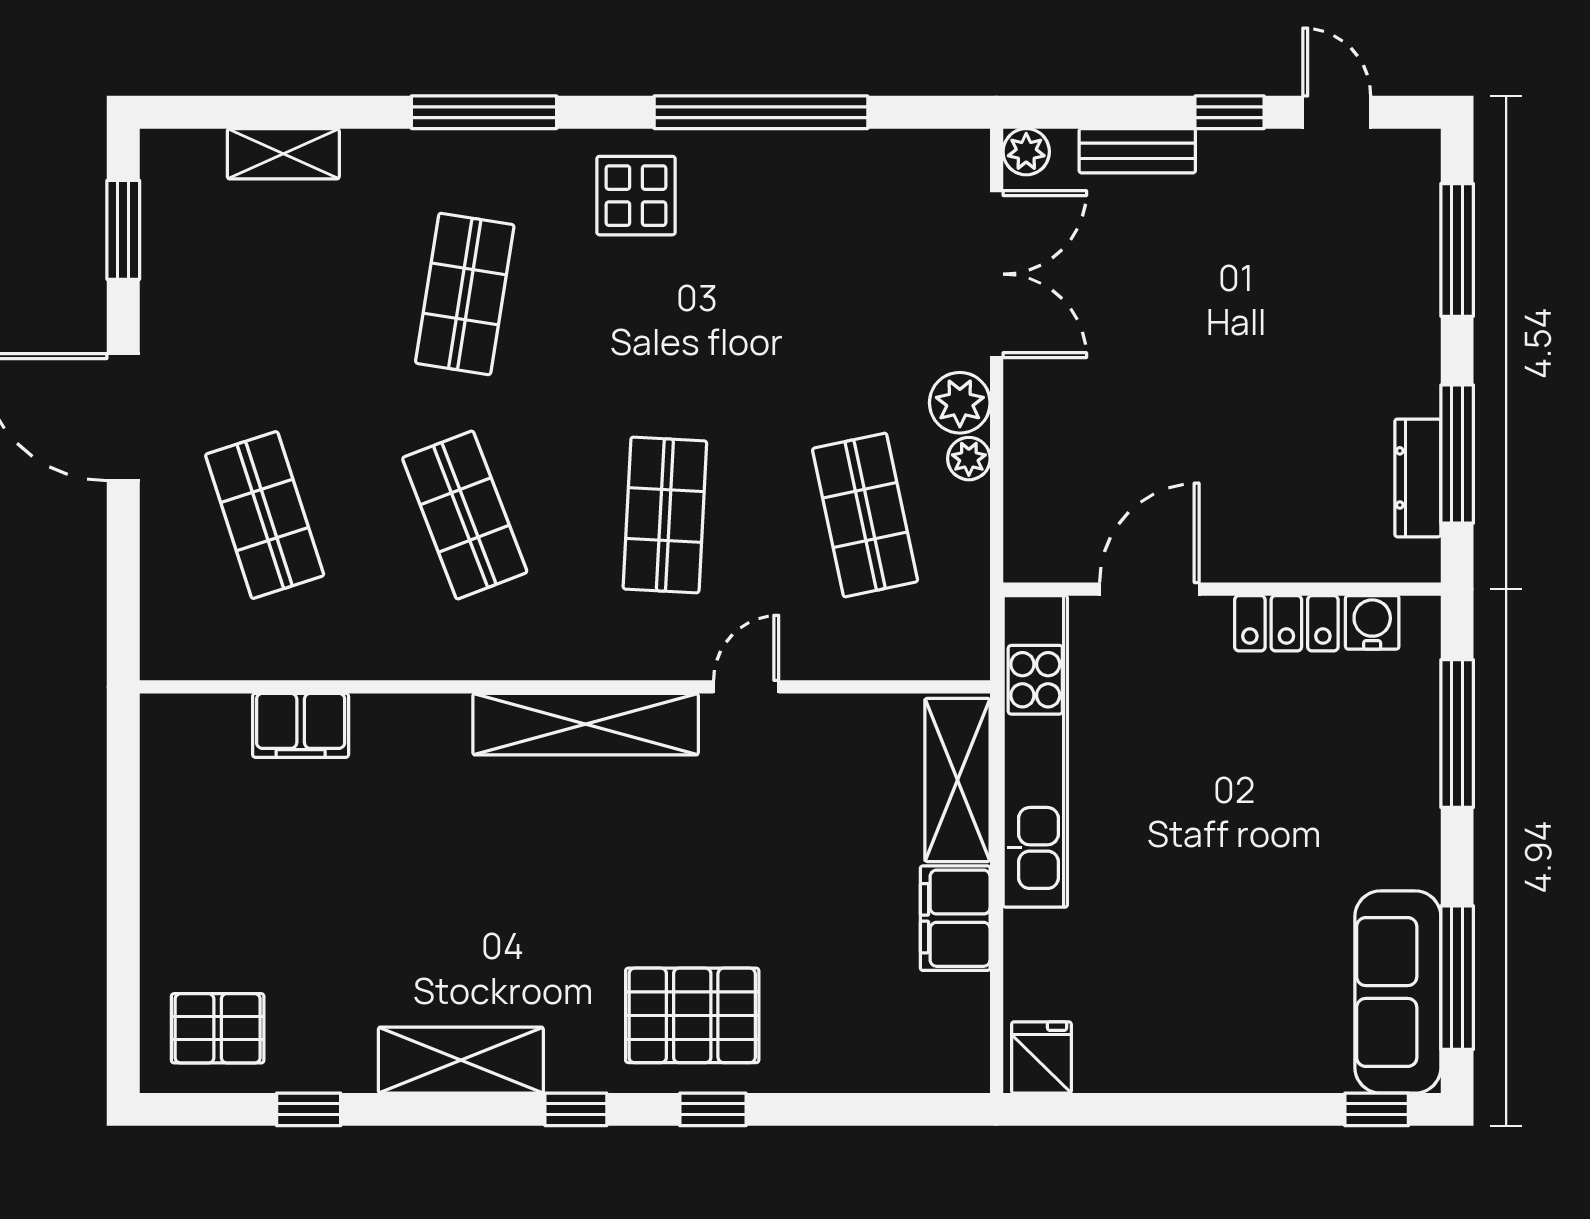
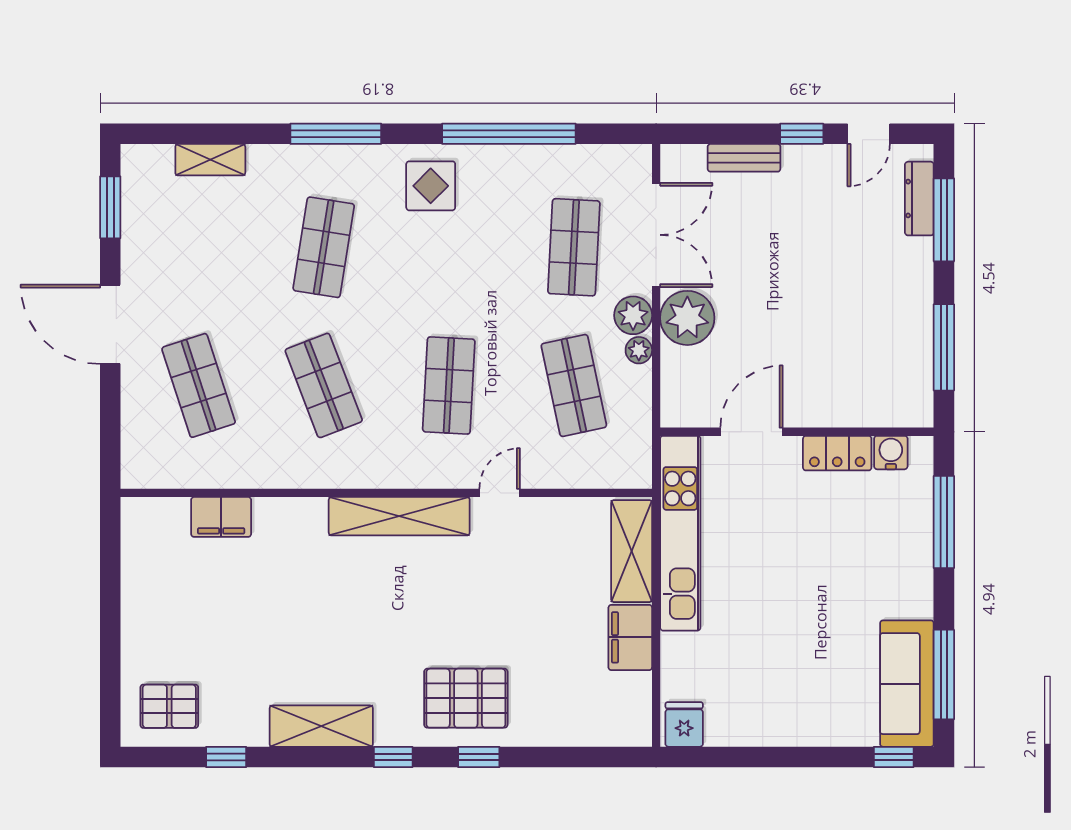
door: (1337, 112) -> (869, 134), swing flipped
plant: (1026, 152) -> (687, 318), moved, width x1.87, depth x1.87
shop shelf: (865, 294) -> (574, 247), added
dresser: (1418, 478) -> (919, 199), moved

